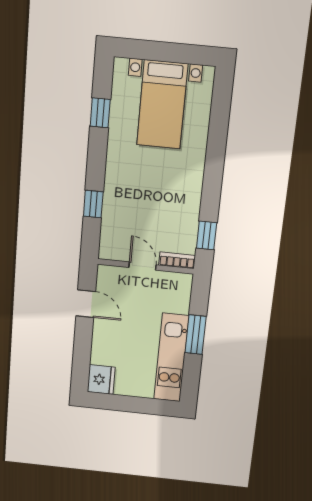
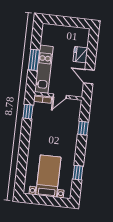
door: (143, 266) -> (60, 96), hinge flipped
kitchen unit: (171, 358) -> (44, 69), moved
fridge: (101, 380) -> (80, 55), moved

